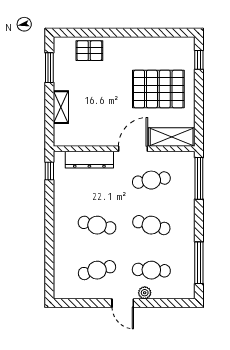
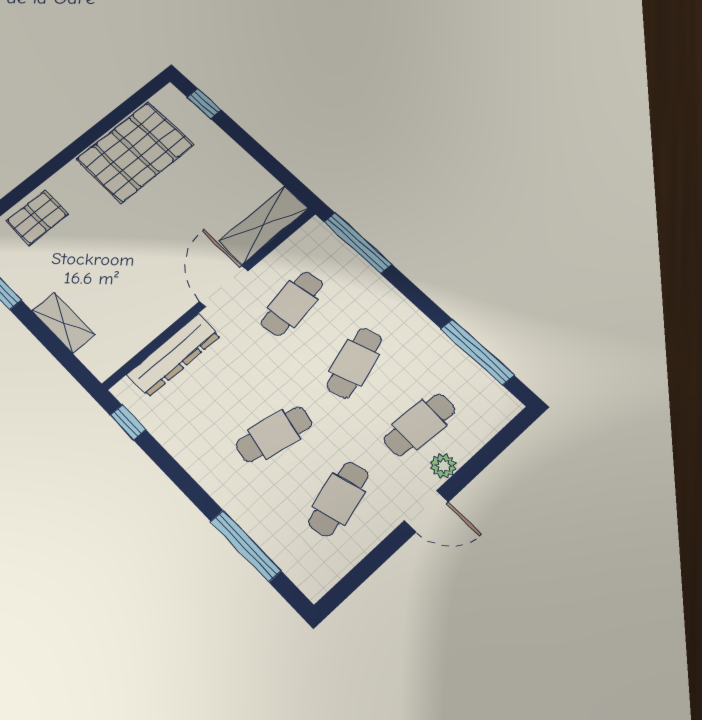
pallet: (158, 89) -> (135, 152), moved
cafe table: (151, 225) -> (354, 363), turned -33
window: (49, 257) -> (246, 546), added

